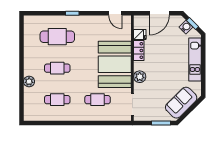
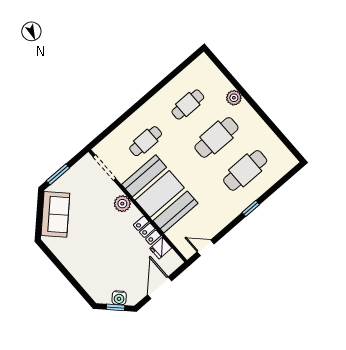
kitchen unit: (195, 60) -> (80, 272), removed
cafe table: (57, 68) -> (216, 137), width x1.37, depth x1.35

